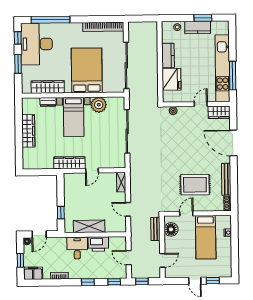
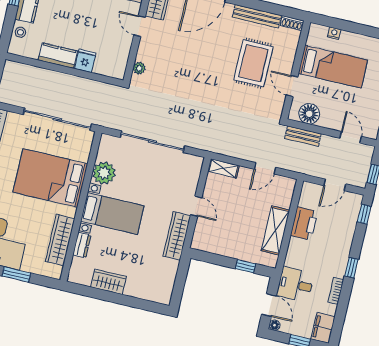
fridge: (171, 79) -> (85, 61), width x0.53, depth x0.75
wardrobe: (28, 131) -> (108, 282), width x0.67
desk: (77, 248) -> (295, 284), moved
window: (88, 282) -> (351, 268), moved

